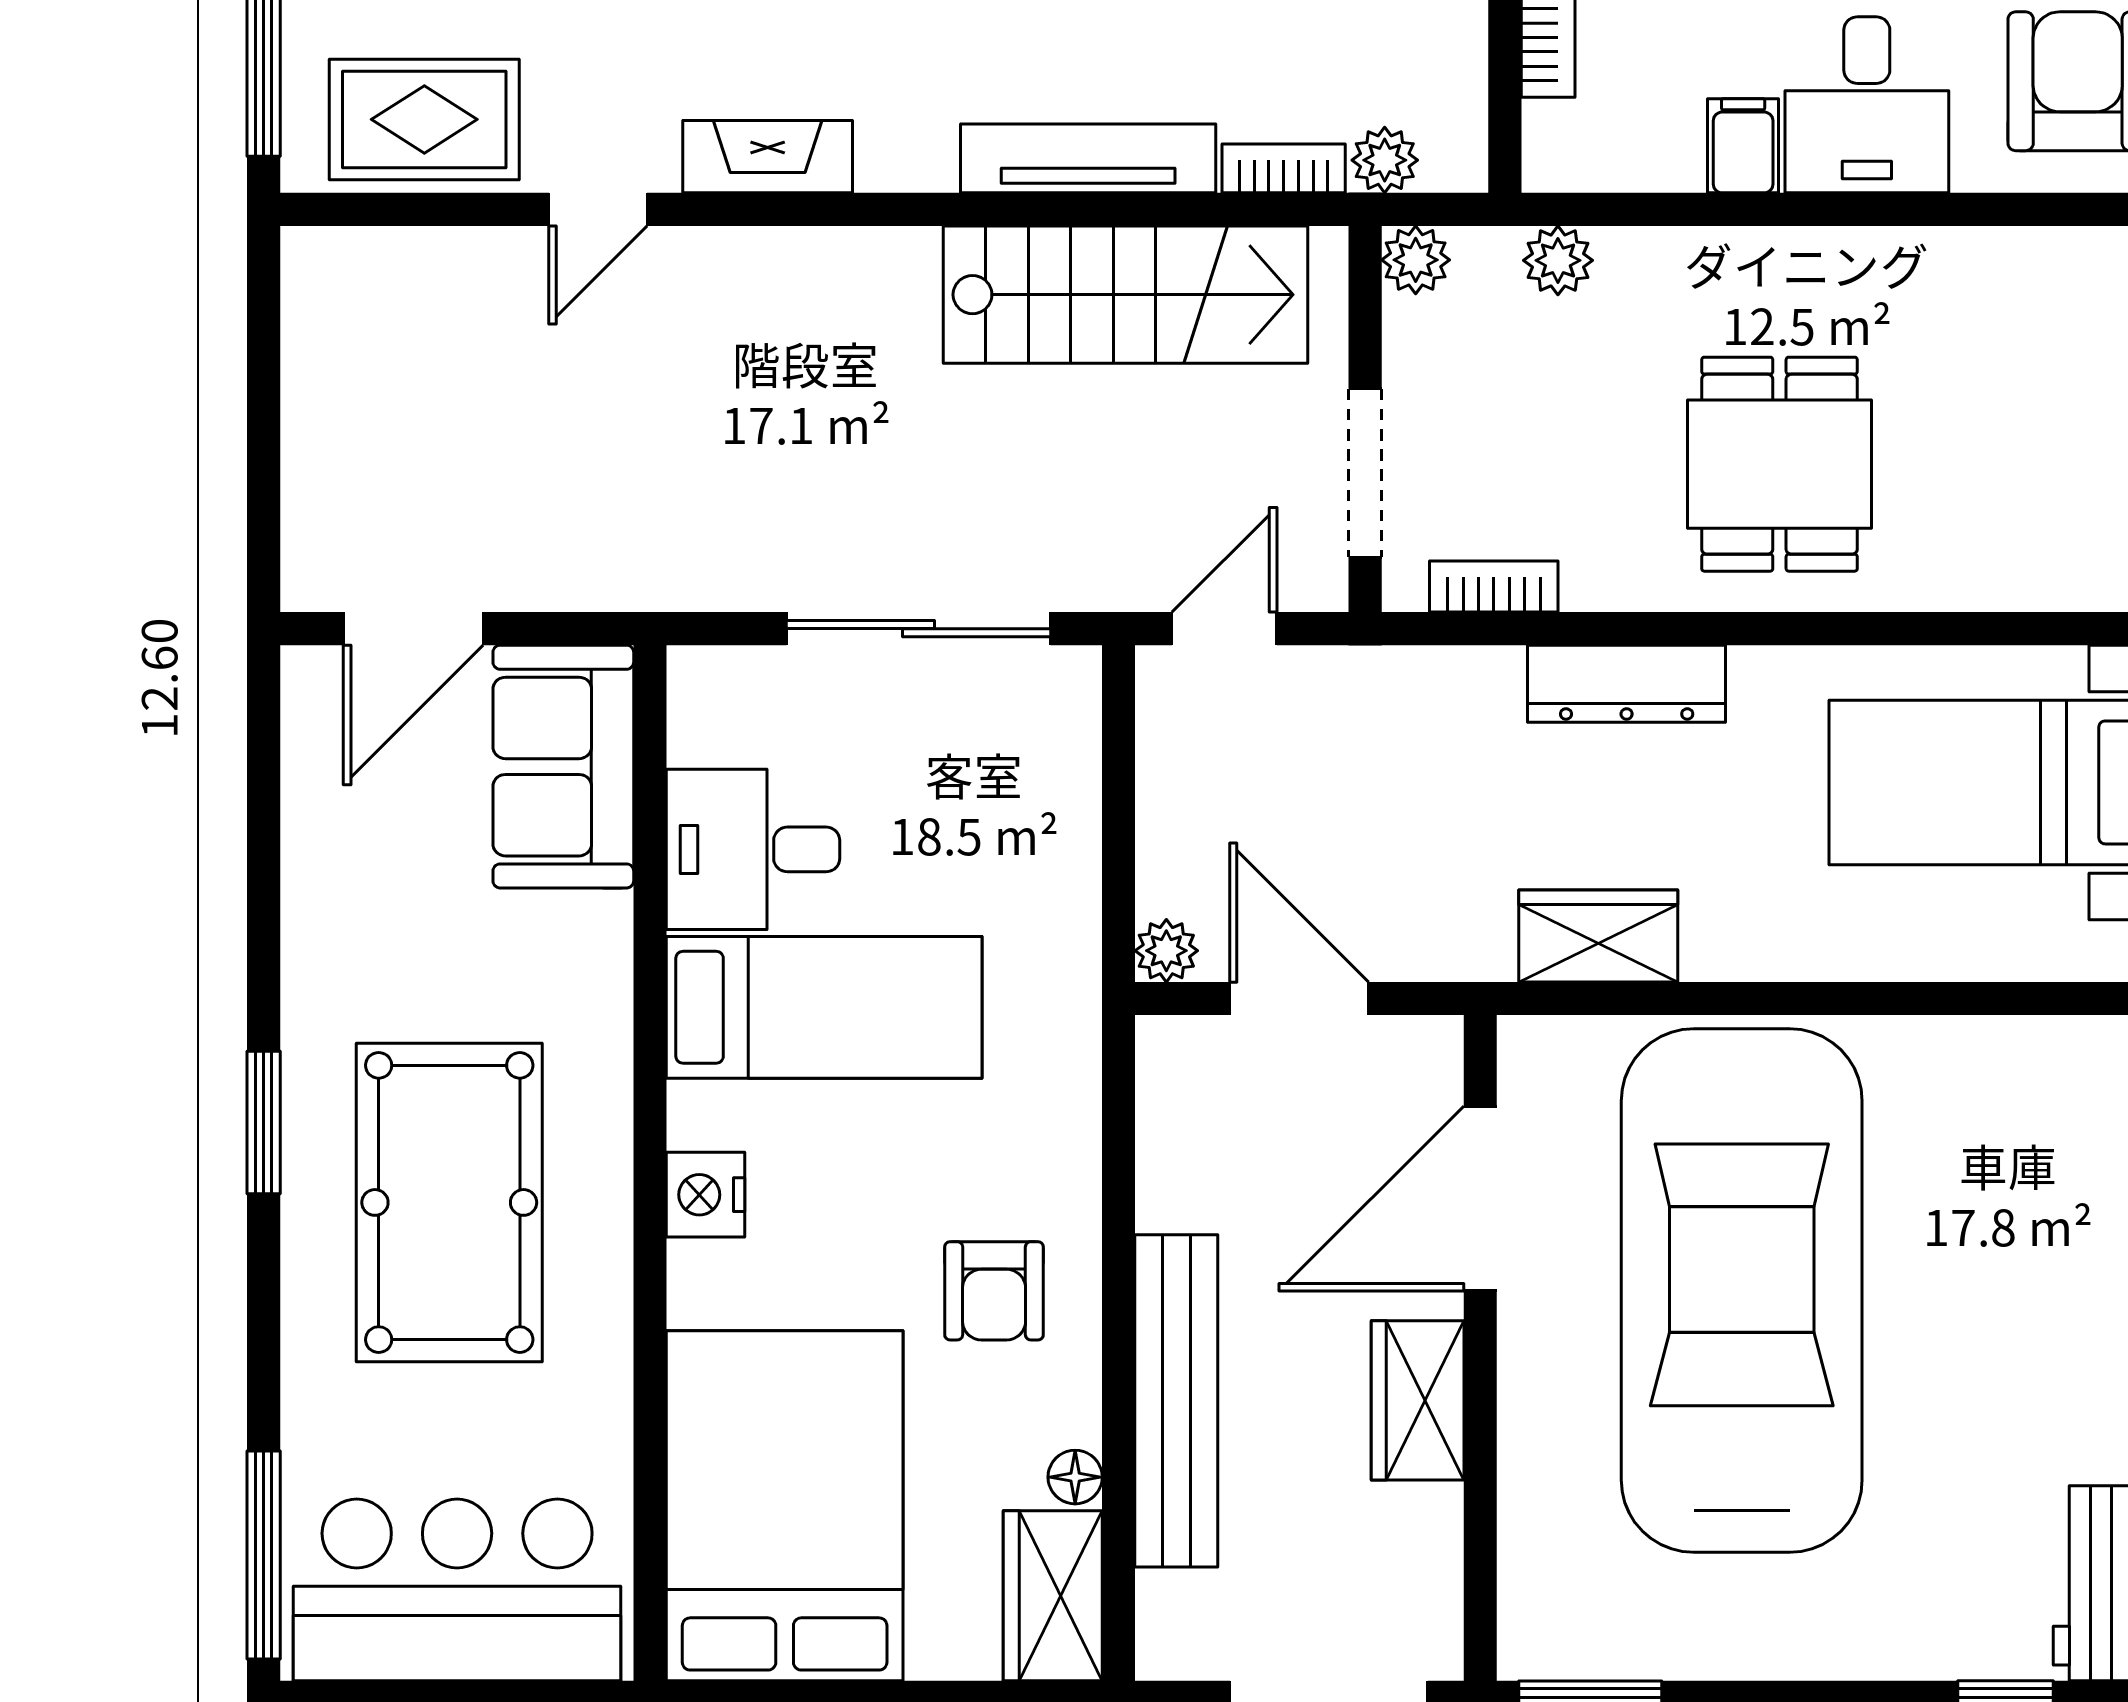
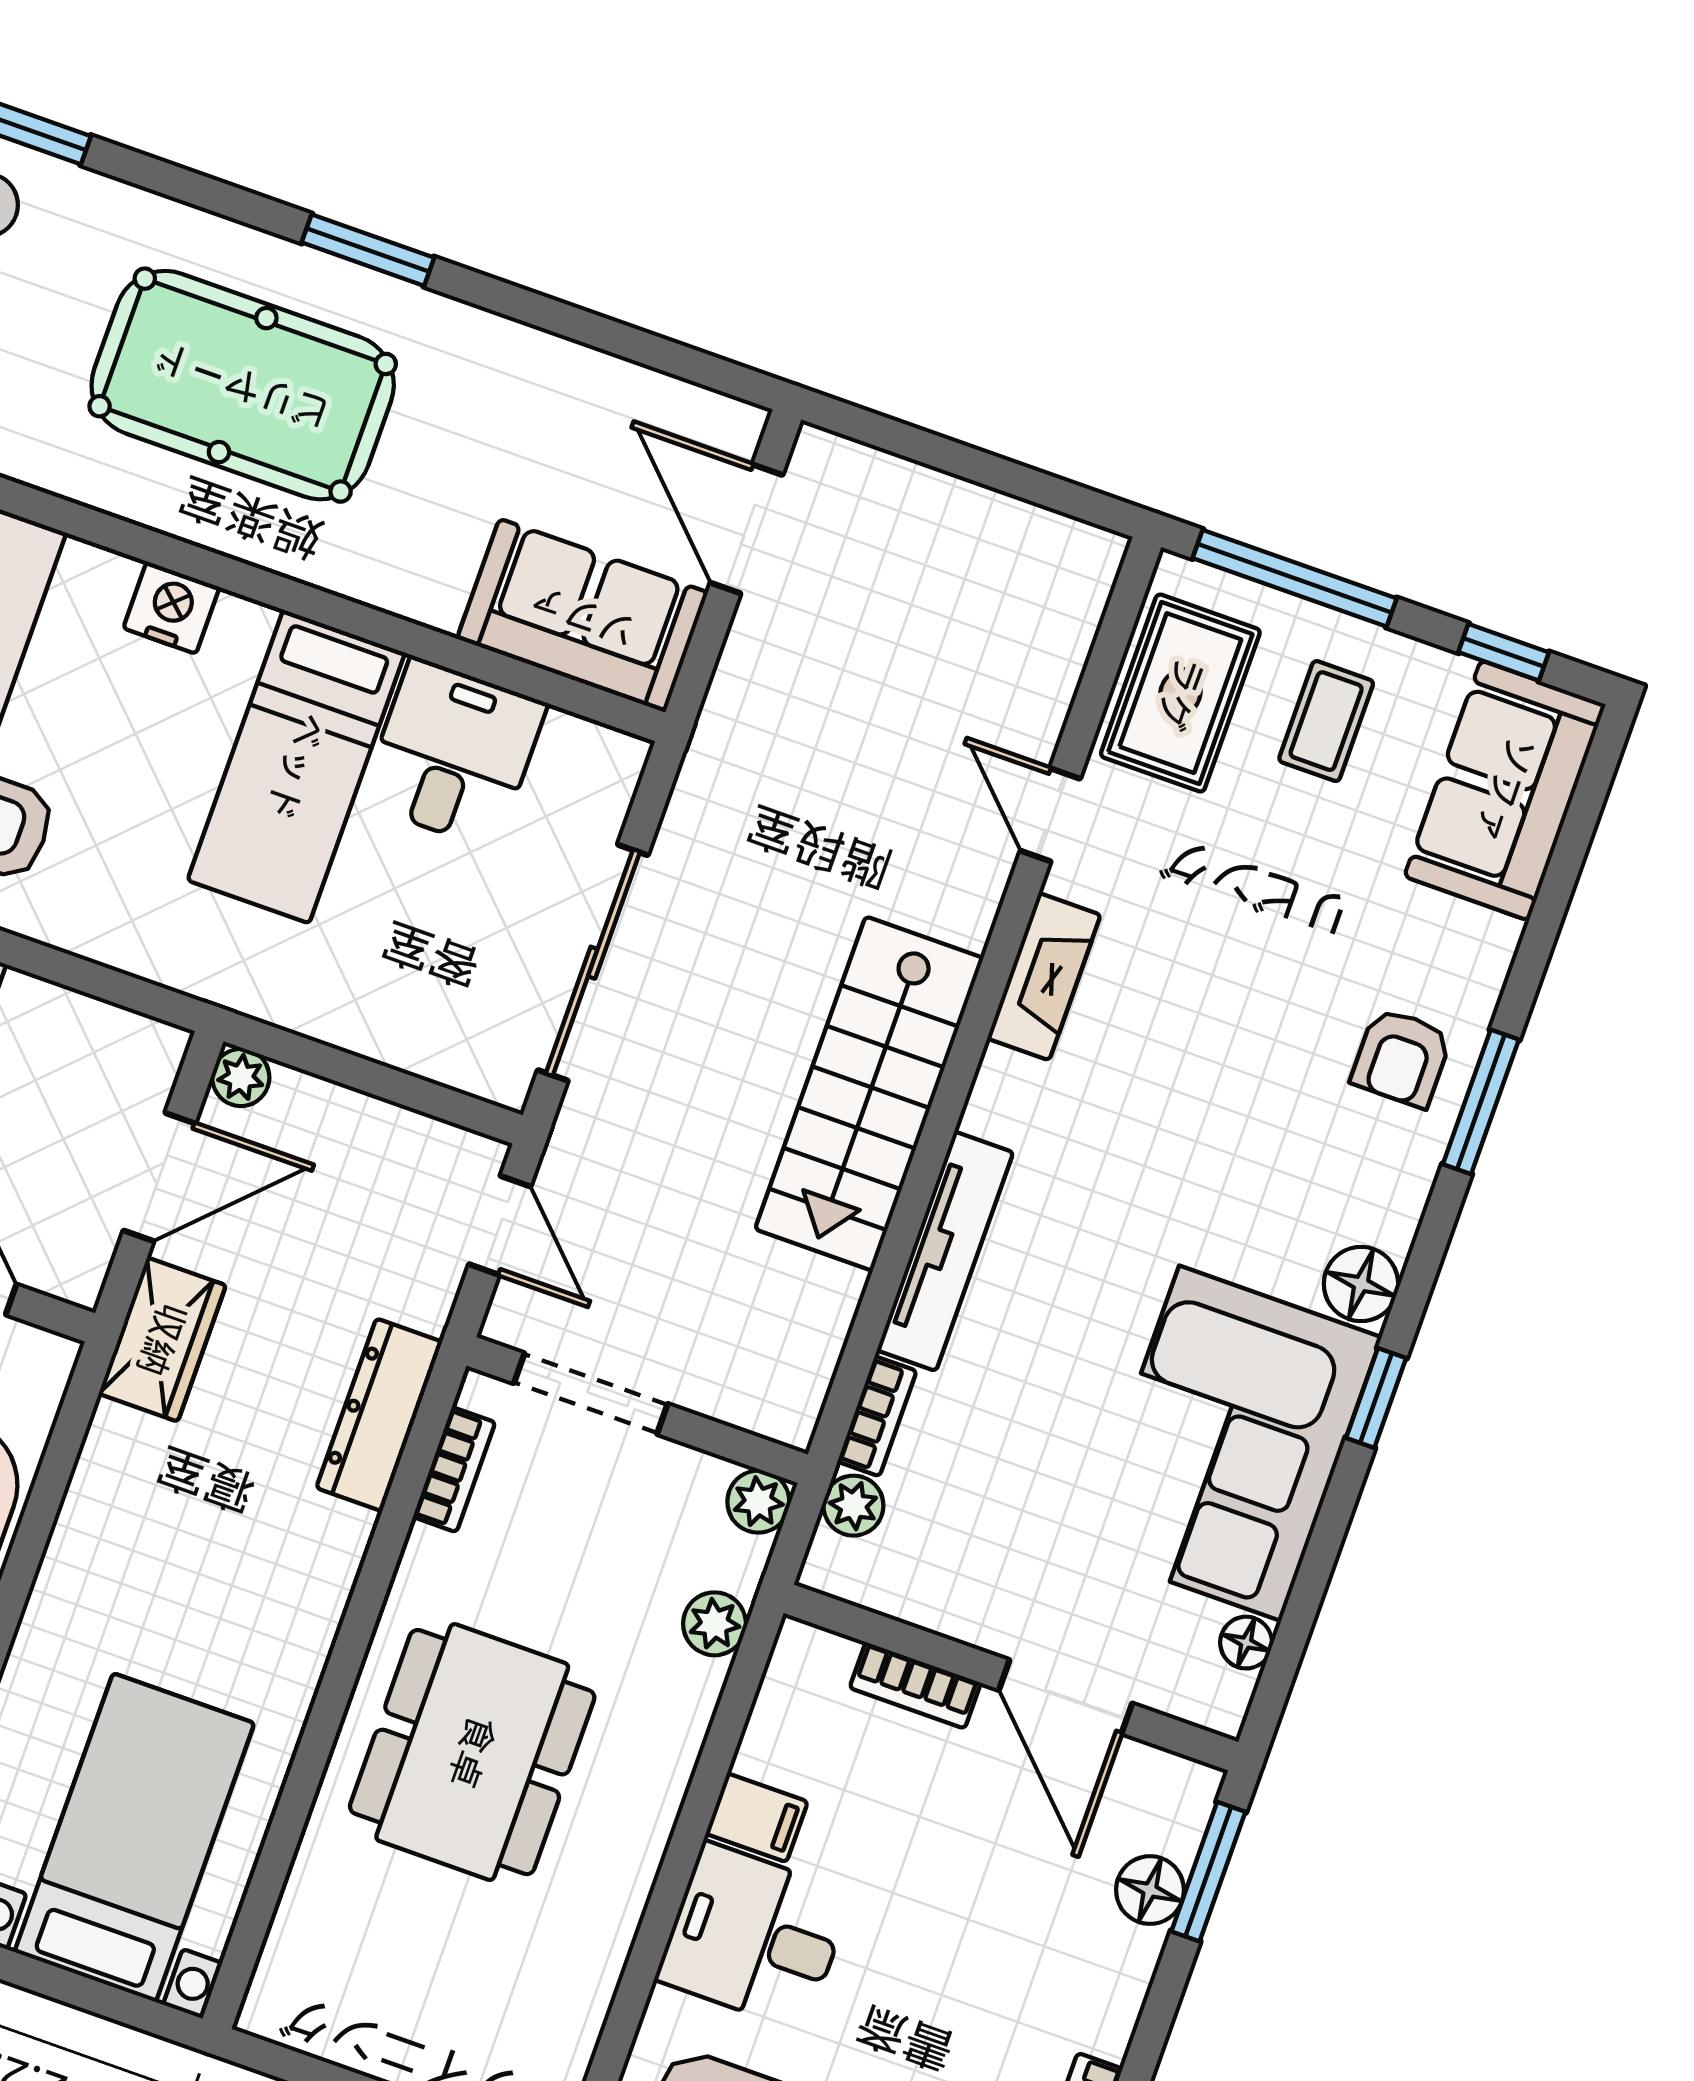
stairs: (1126, 295) -> (869, 1094), moved
dining table: (1779, 464) -> (472, 1752), width x1.38
dresser: (1627, 684) -> (379, 1415), moved
wardrobe: (1598, 936) -> (162, 1339), moved

